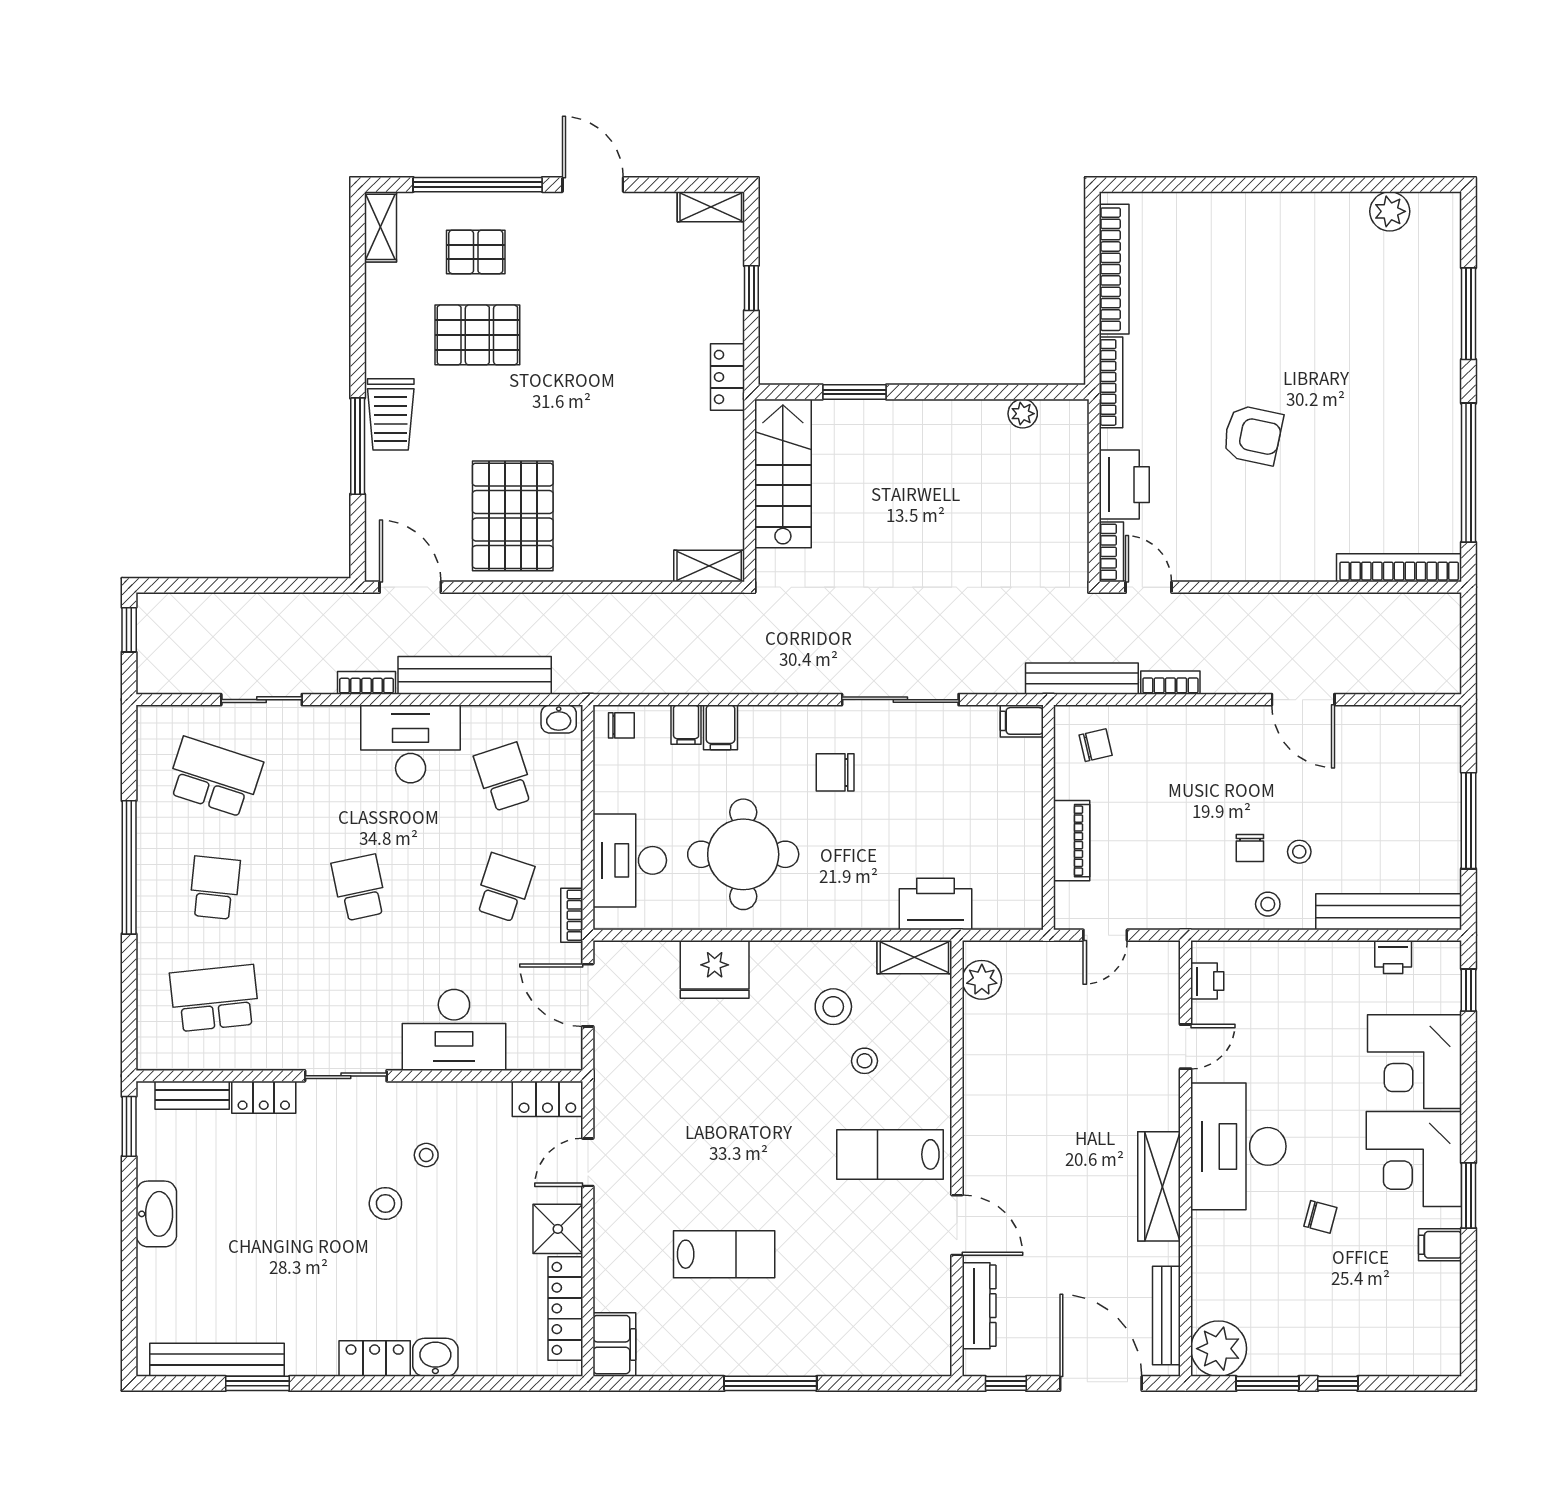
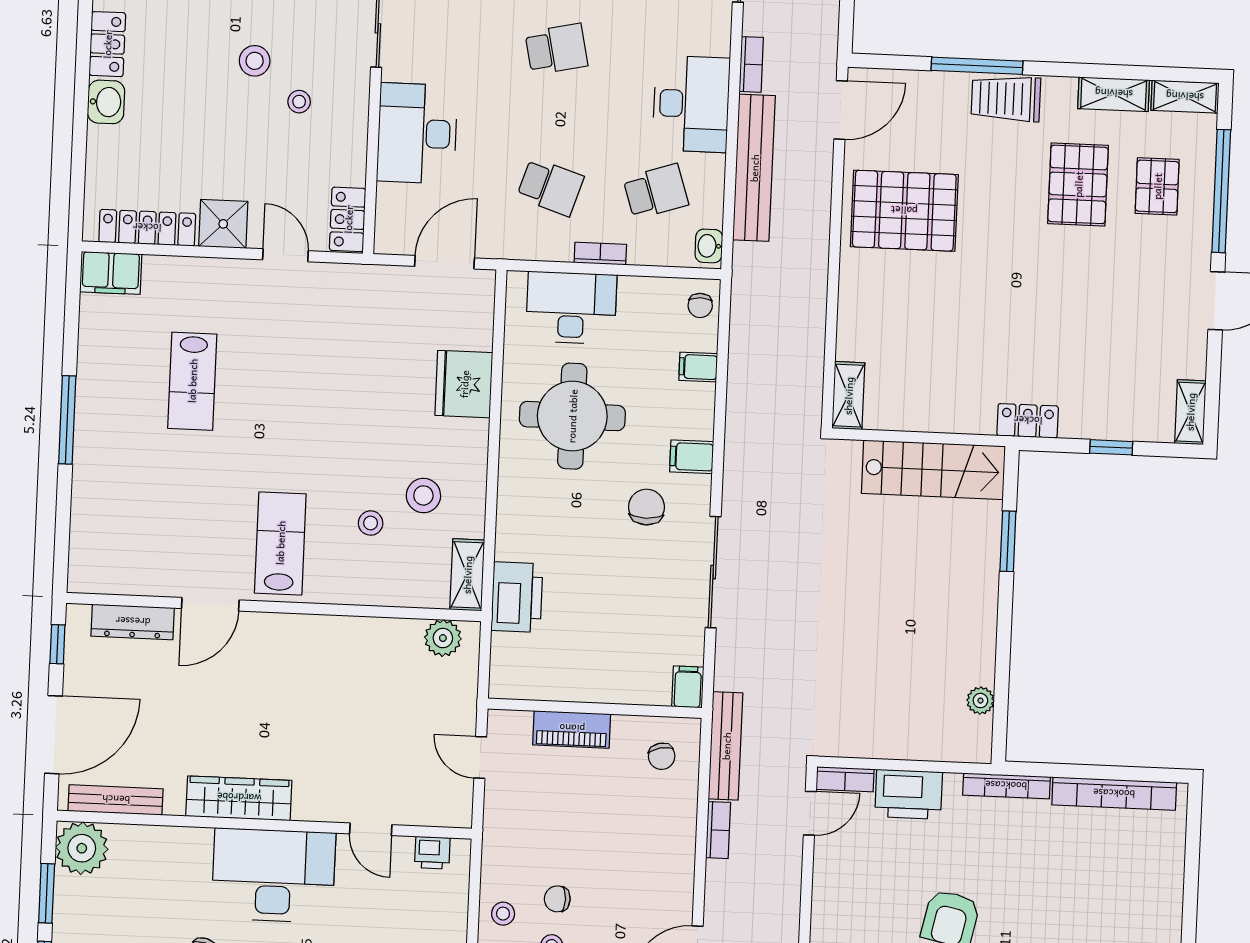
shelving: (381, 302) -> (1114, 94), added
filing cabinet: (720, 727) -> (692, 457), moved
bookcase: (572, 915) -> (600, 254), moved

